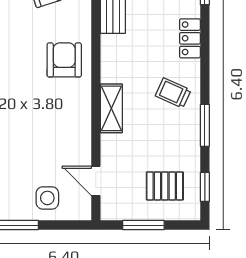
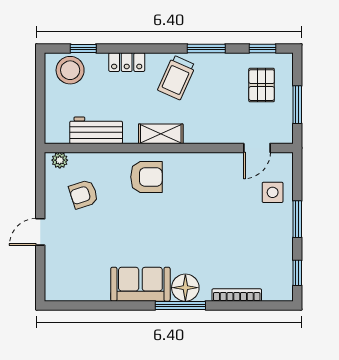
armchair: (64, 60) -> (146, 177), turned 180
trolley: (173, 93) -> (177, 77), width x1.36, depth x1.39
shelving: (111, 108) -> (161, 134), moved

